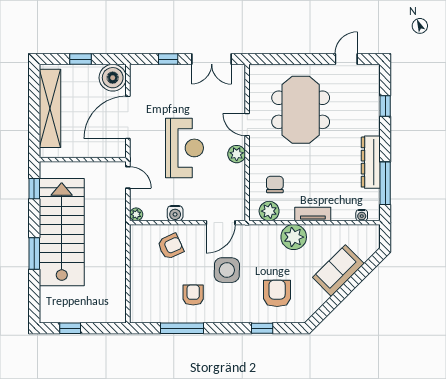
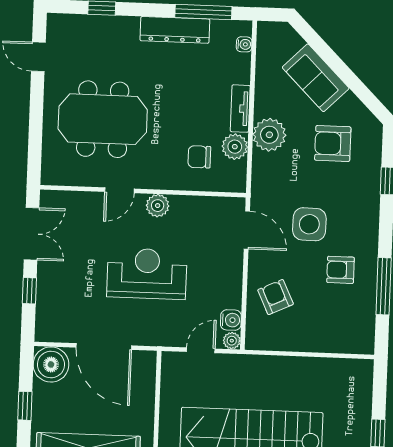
door: (128, 177) -> (201, 350), moved
plant: (269, 211) -> (235, 147), moved
water cooler: (175, 213) -> (231, 320), moved
armchair: (277, 293) -> (333, 144), moved

